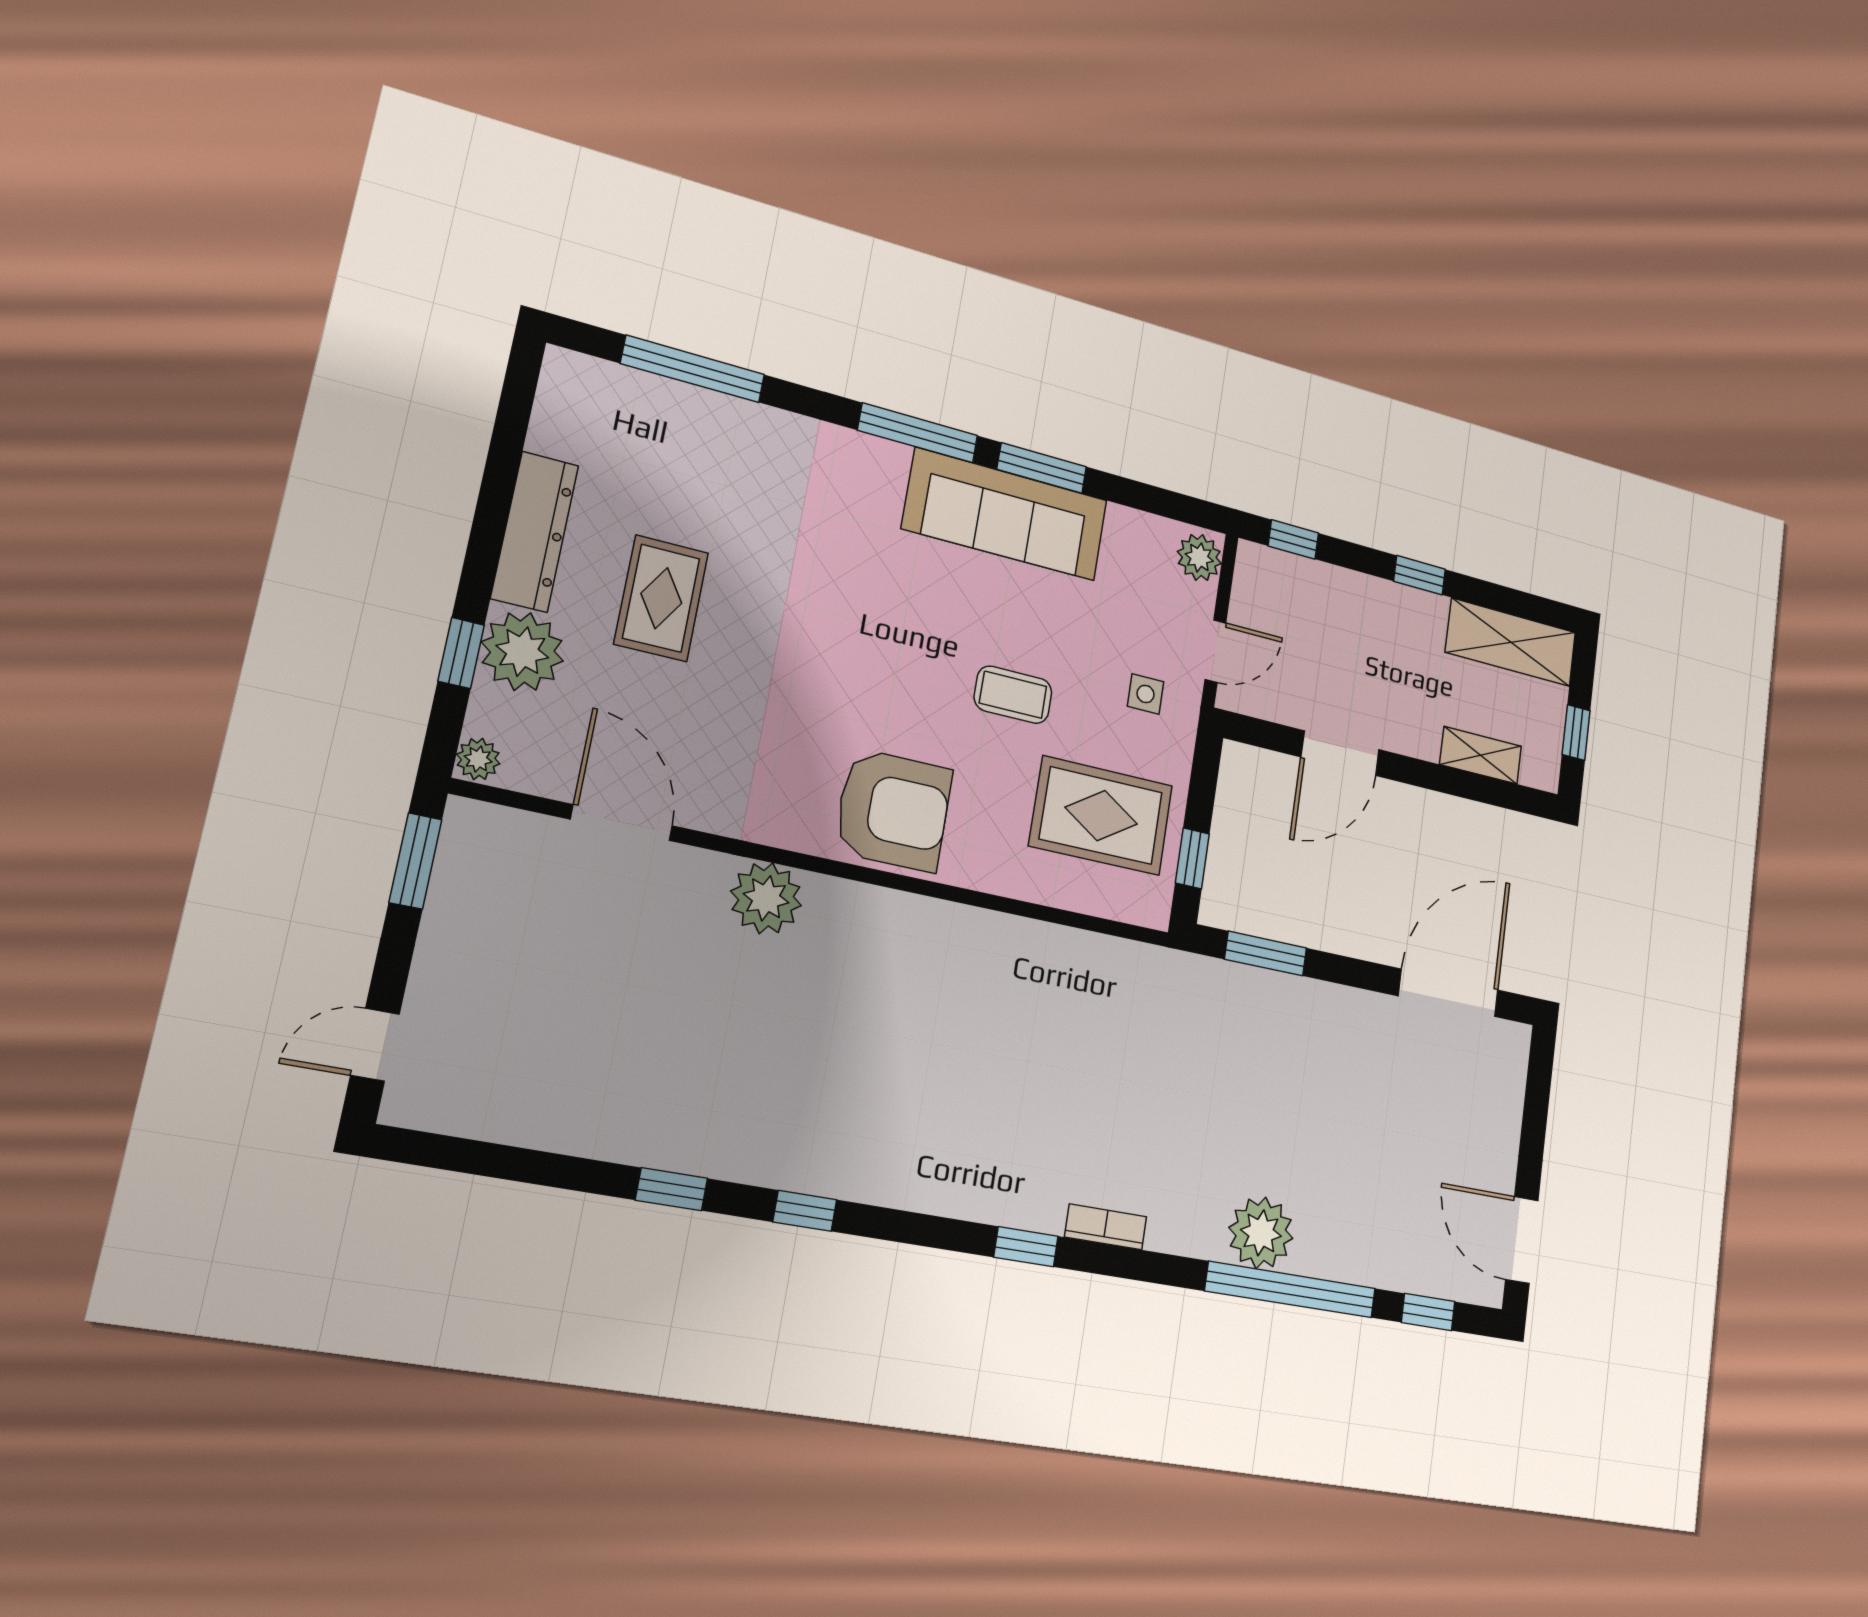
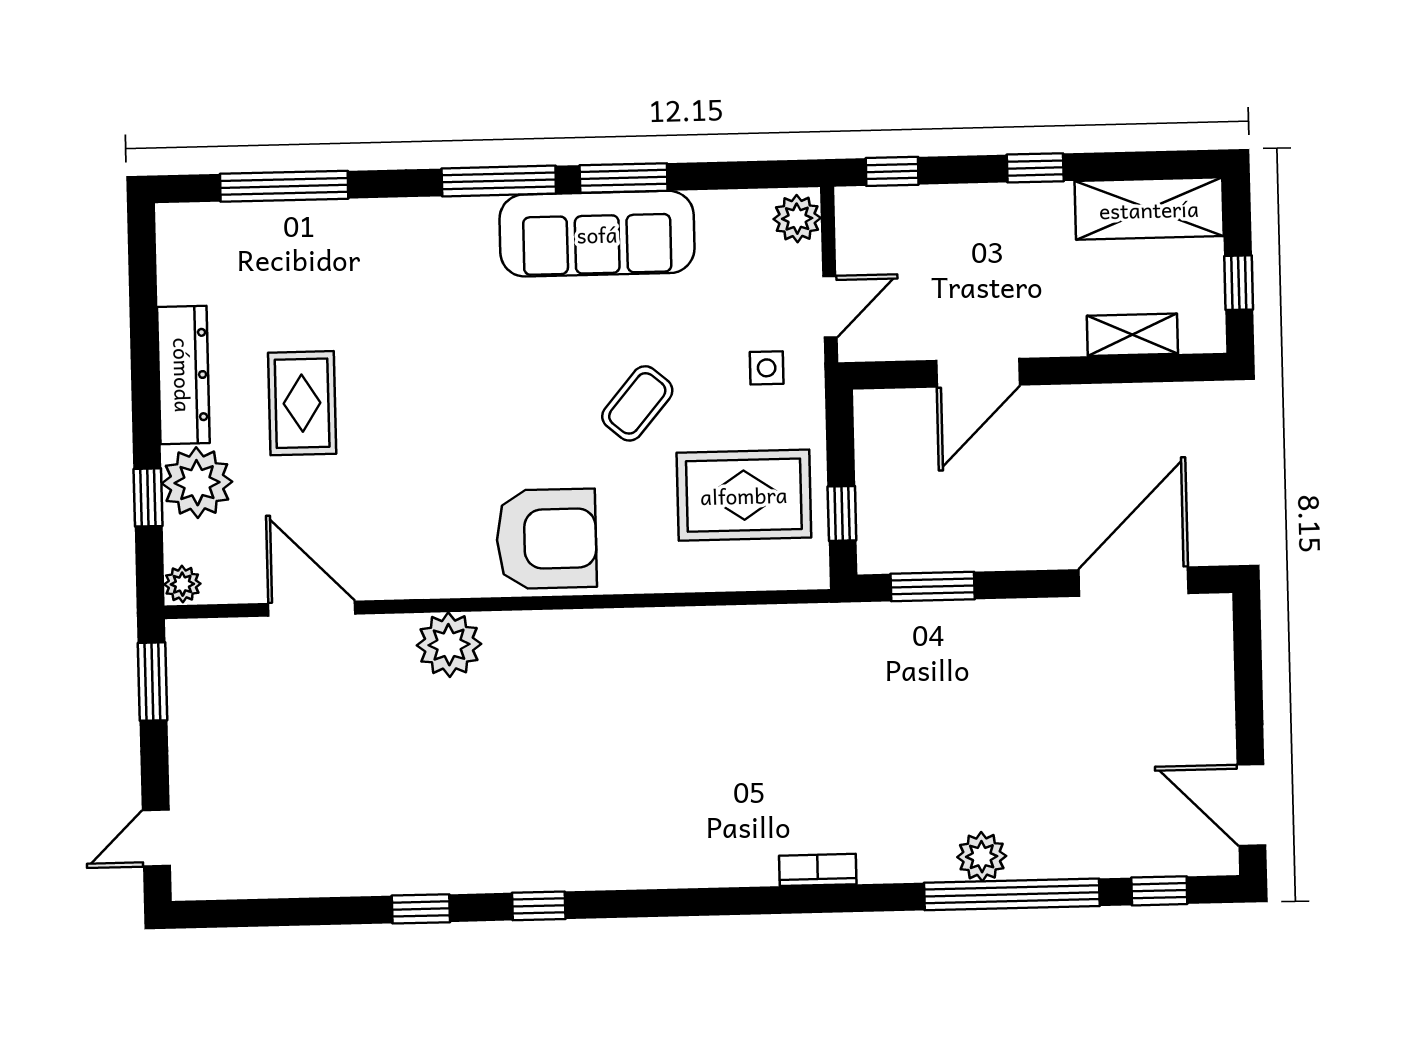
coffee table: (1013, 695) -> (637, 403), turned -50
plant: (1261, 1233) -> (982, 857), width x0.73, depth x0.73
window: (1026, 1247) -> (745, 901), removed

